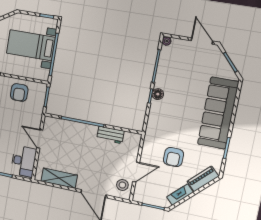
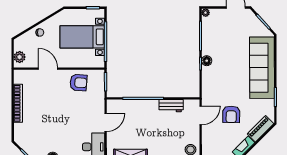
armchair: (19, 92) -> (78, 83), turned -86
door: (40, 139) -> (106, 122), swing flipped
door: (136, 172) -> (201, 115), moved

